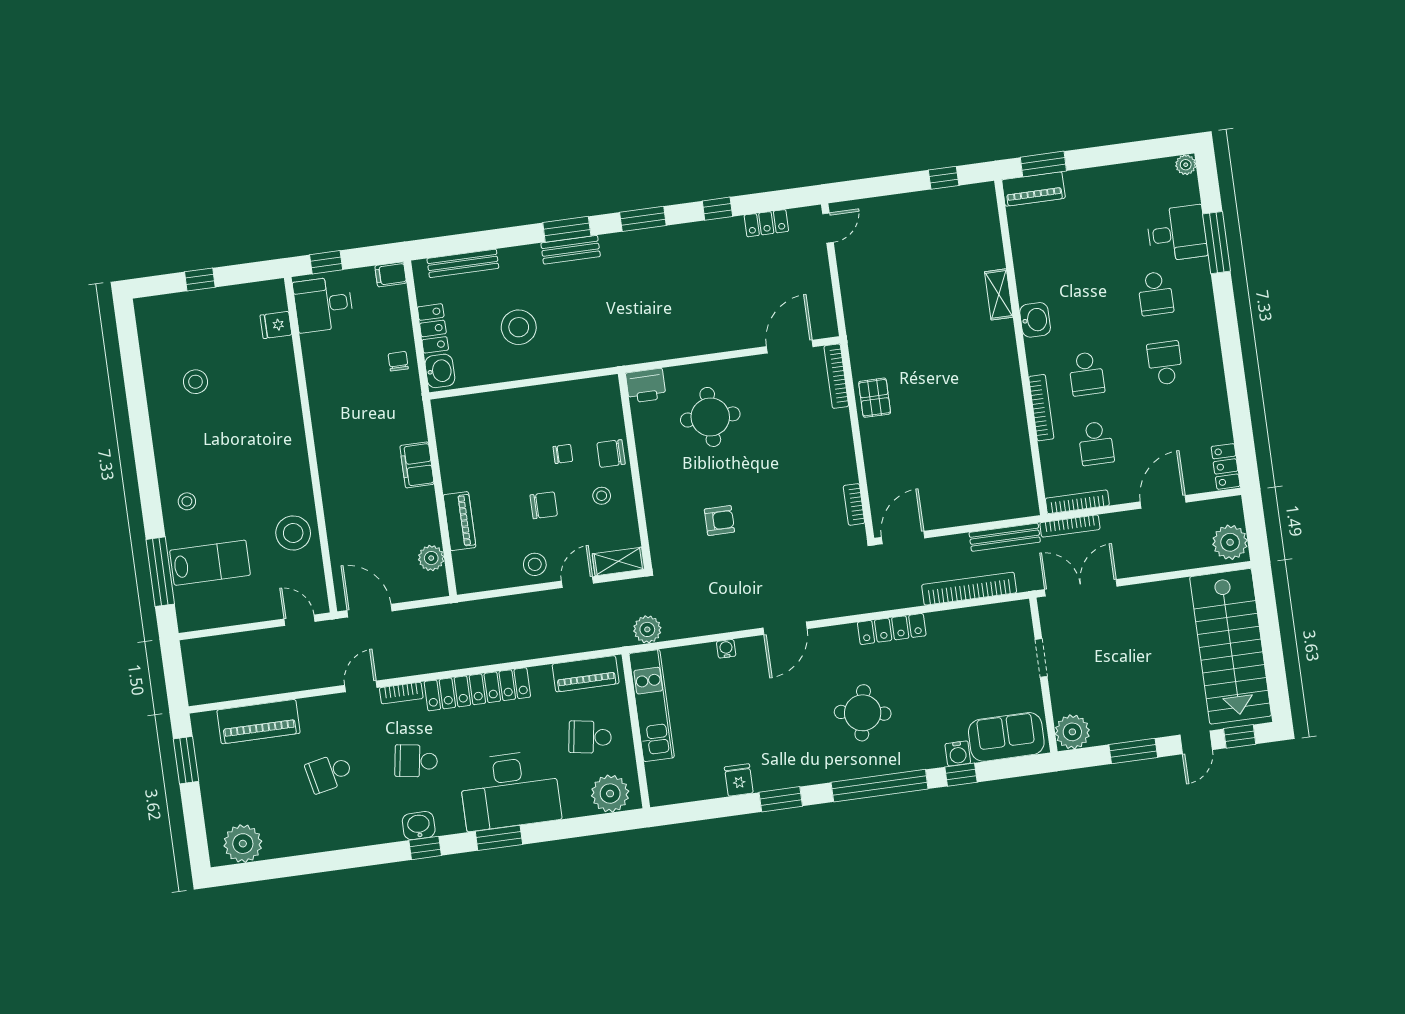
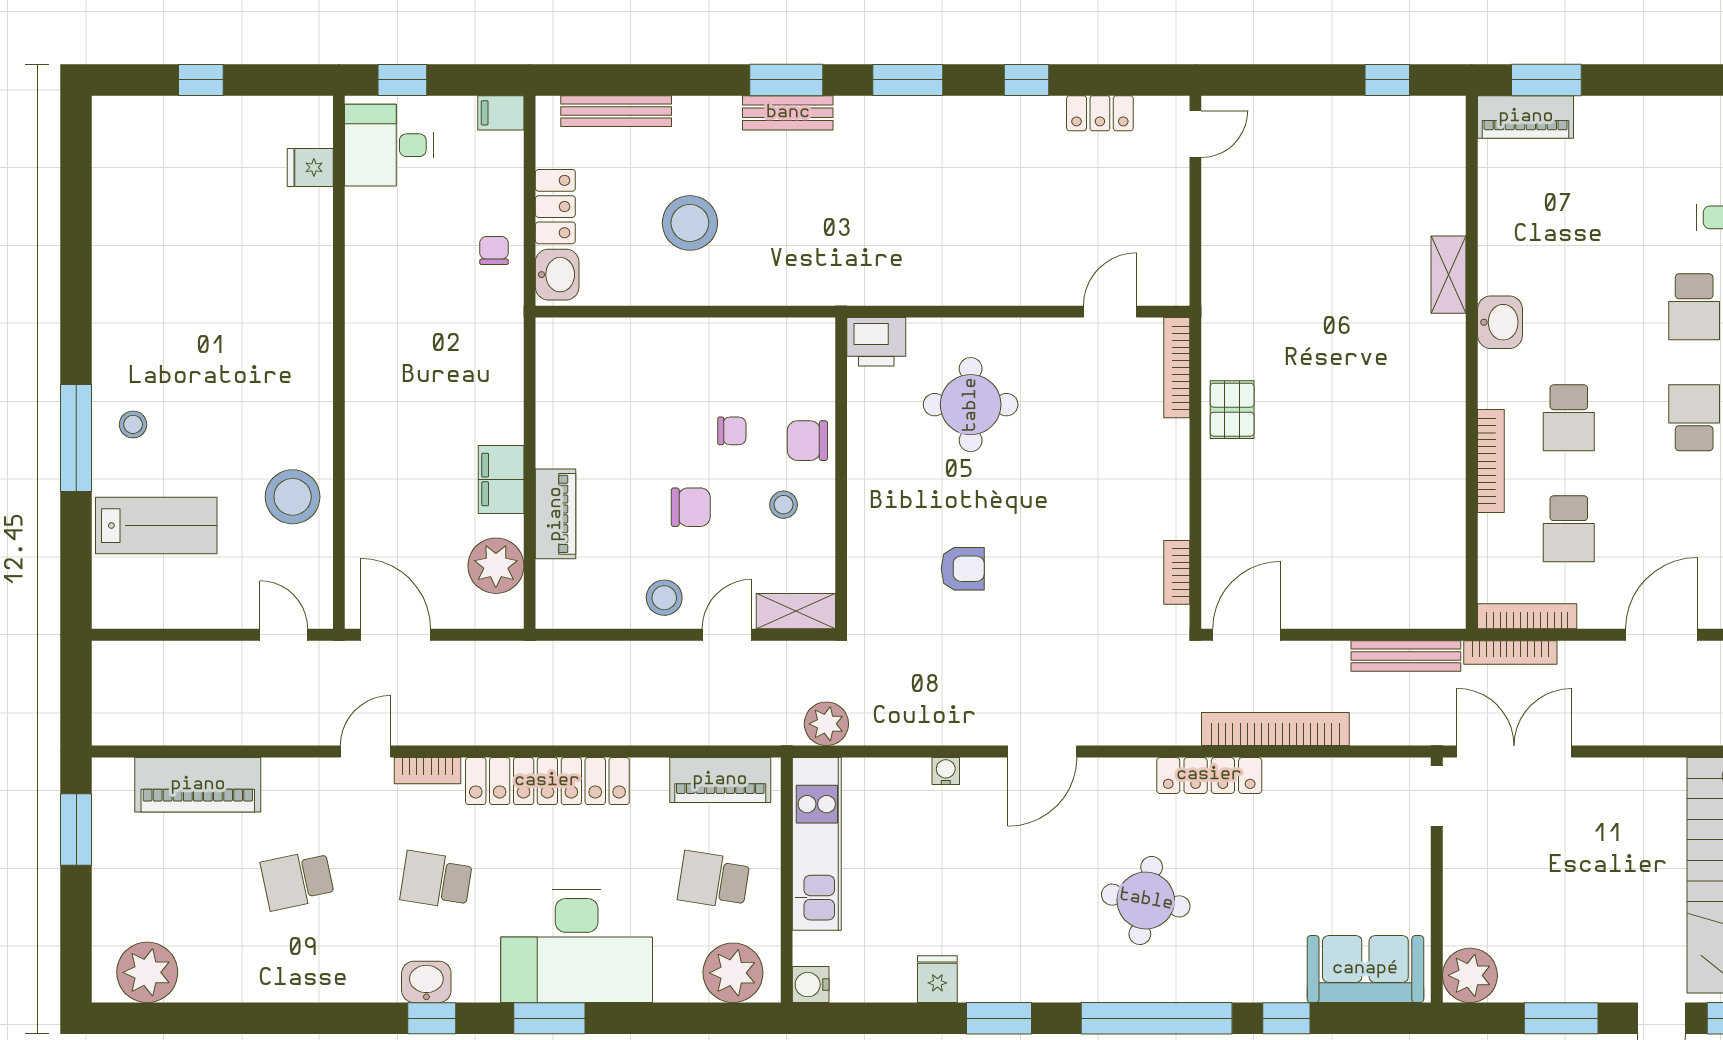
door: (790, 347) -> (1110, 312), width x0.73
stool: (196, 382) -> (172, 239), removed
filing cabinet: (417, 465) -> (501, 479), moved
plant: (431, 558) -> (496, 566), width x1.36, depth x1.36
window: (160, 572) -> (76, 438), moved
bookcase: (969, 589) -> (1275, 729), moved
doorway: (1041, 658) -> (1437, 796), moved
water cooler: (958, 753) -> (811, 985), moved, turned 90

